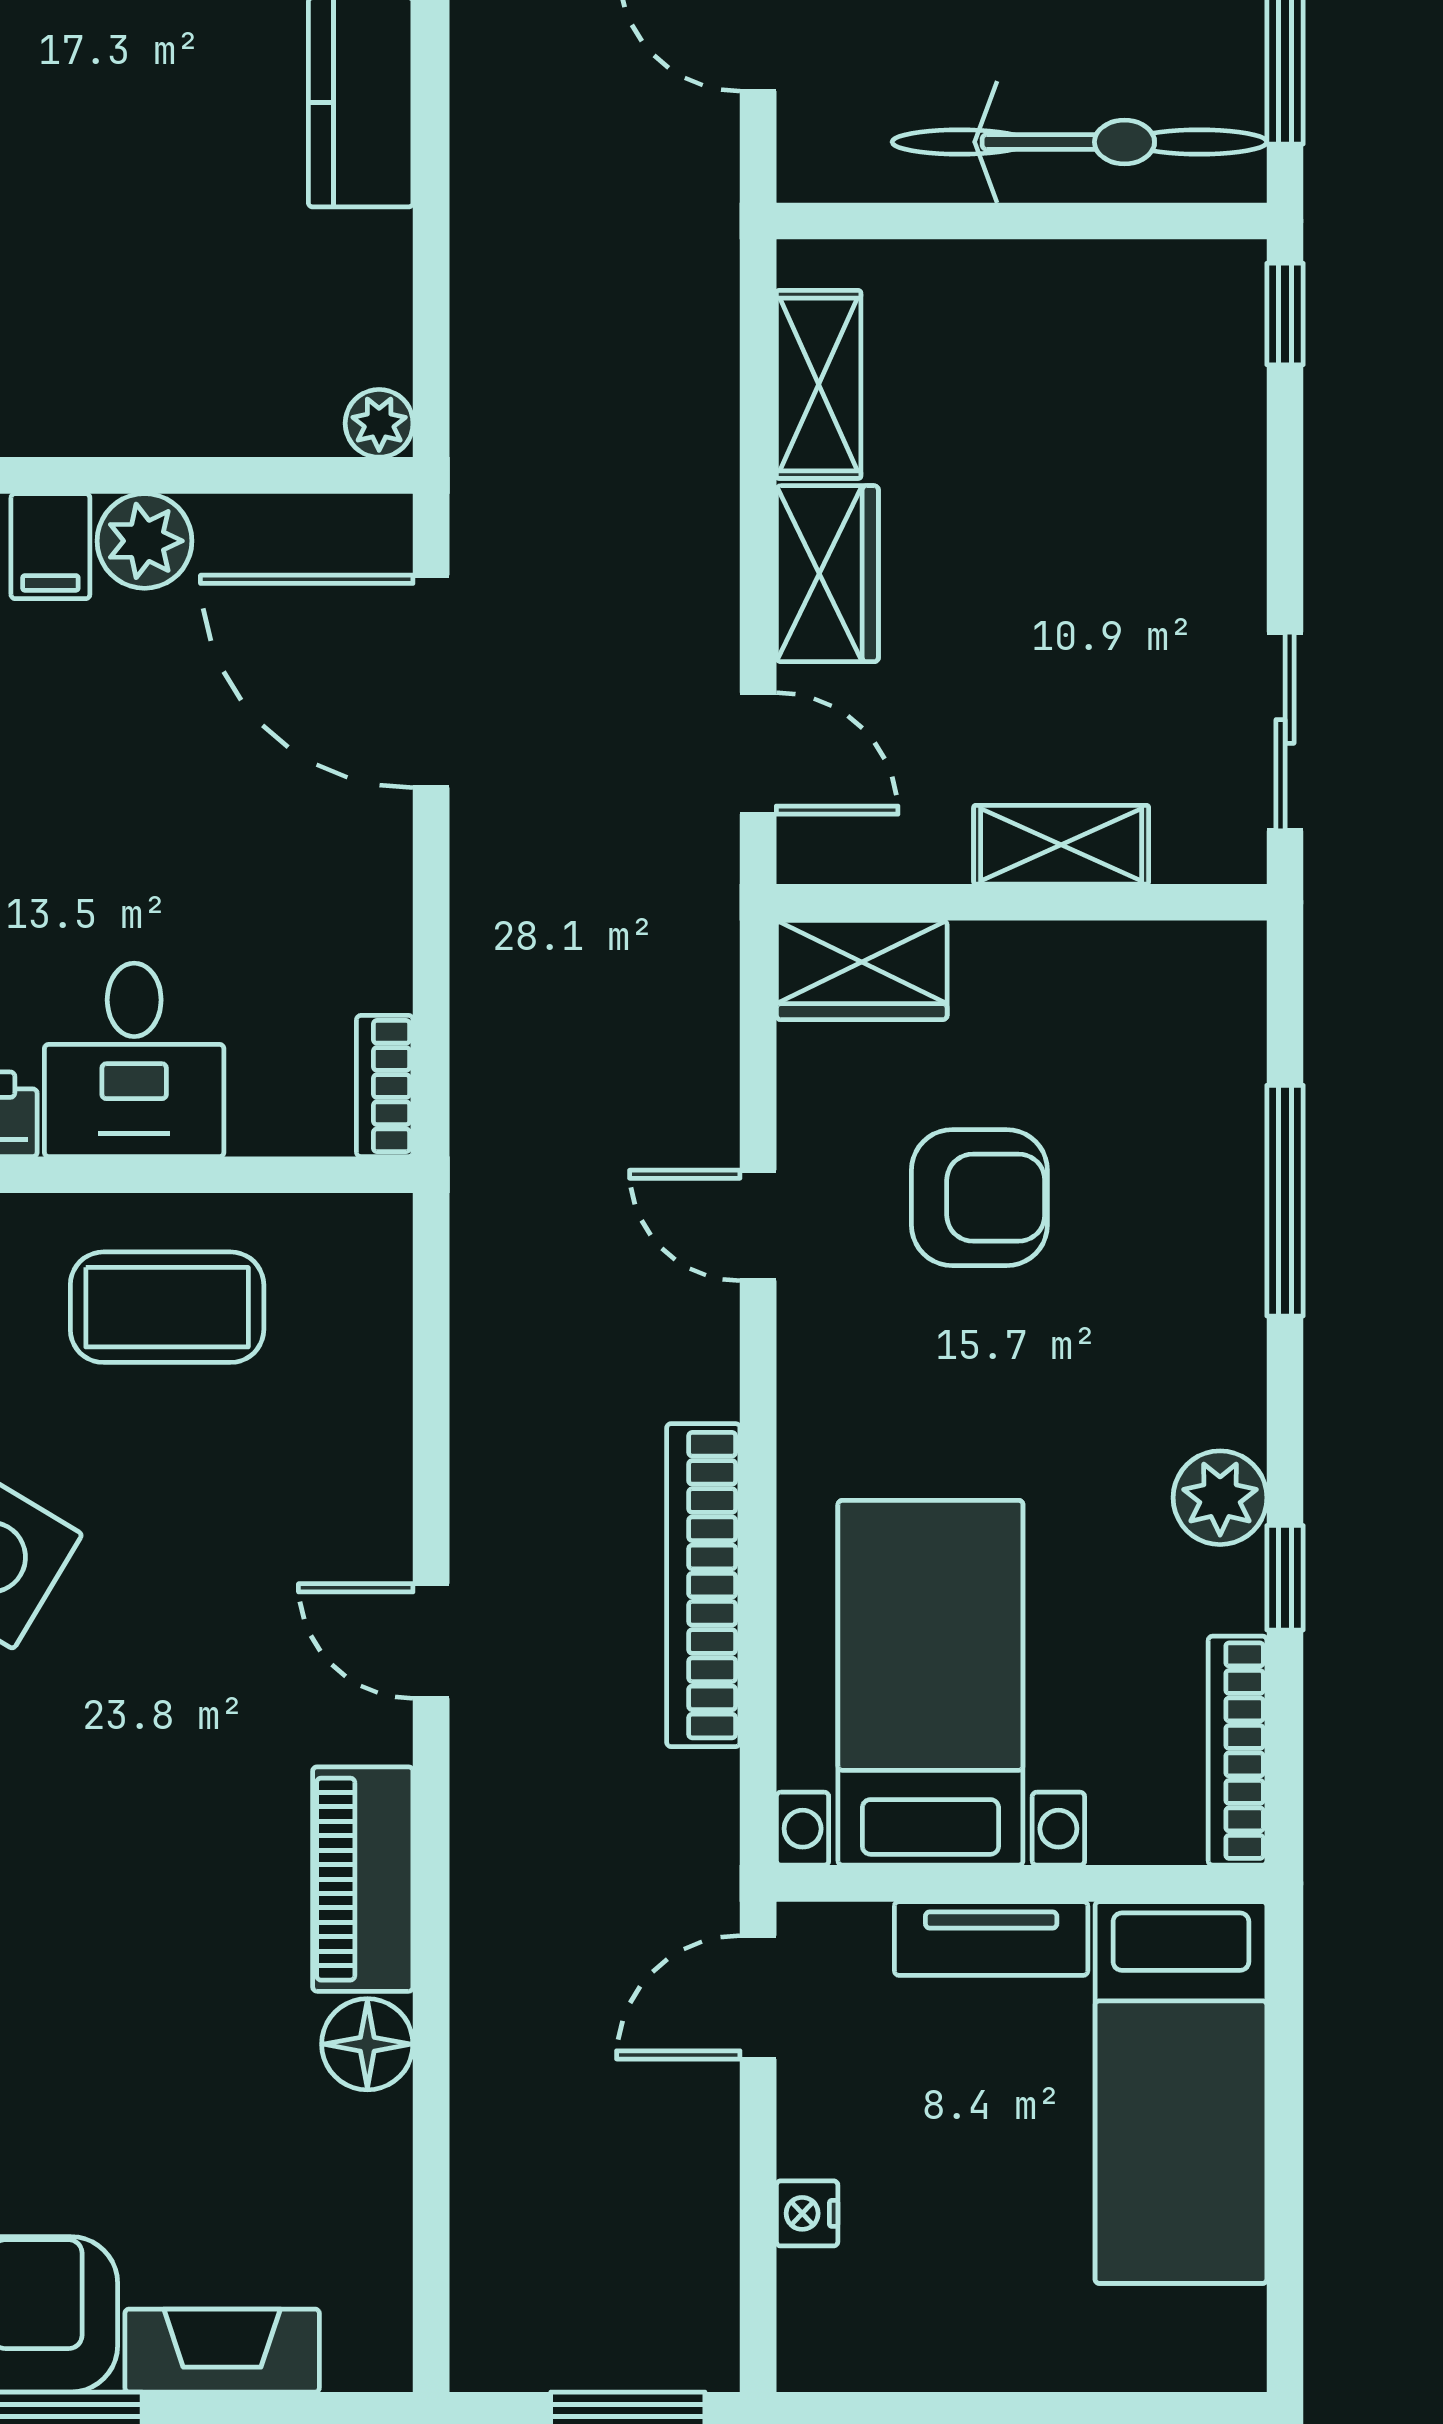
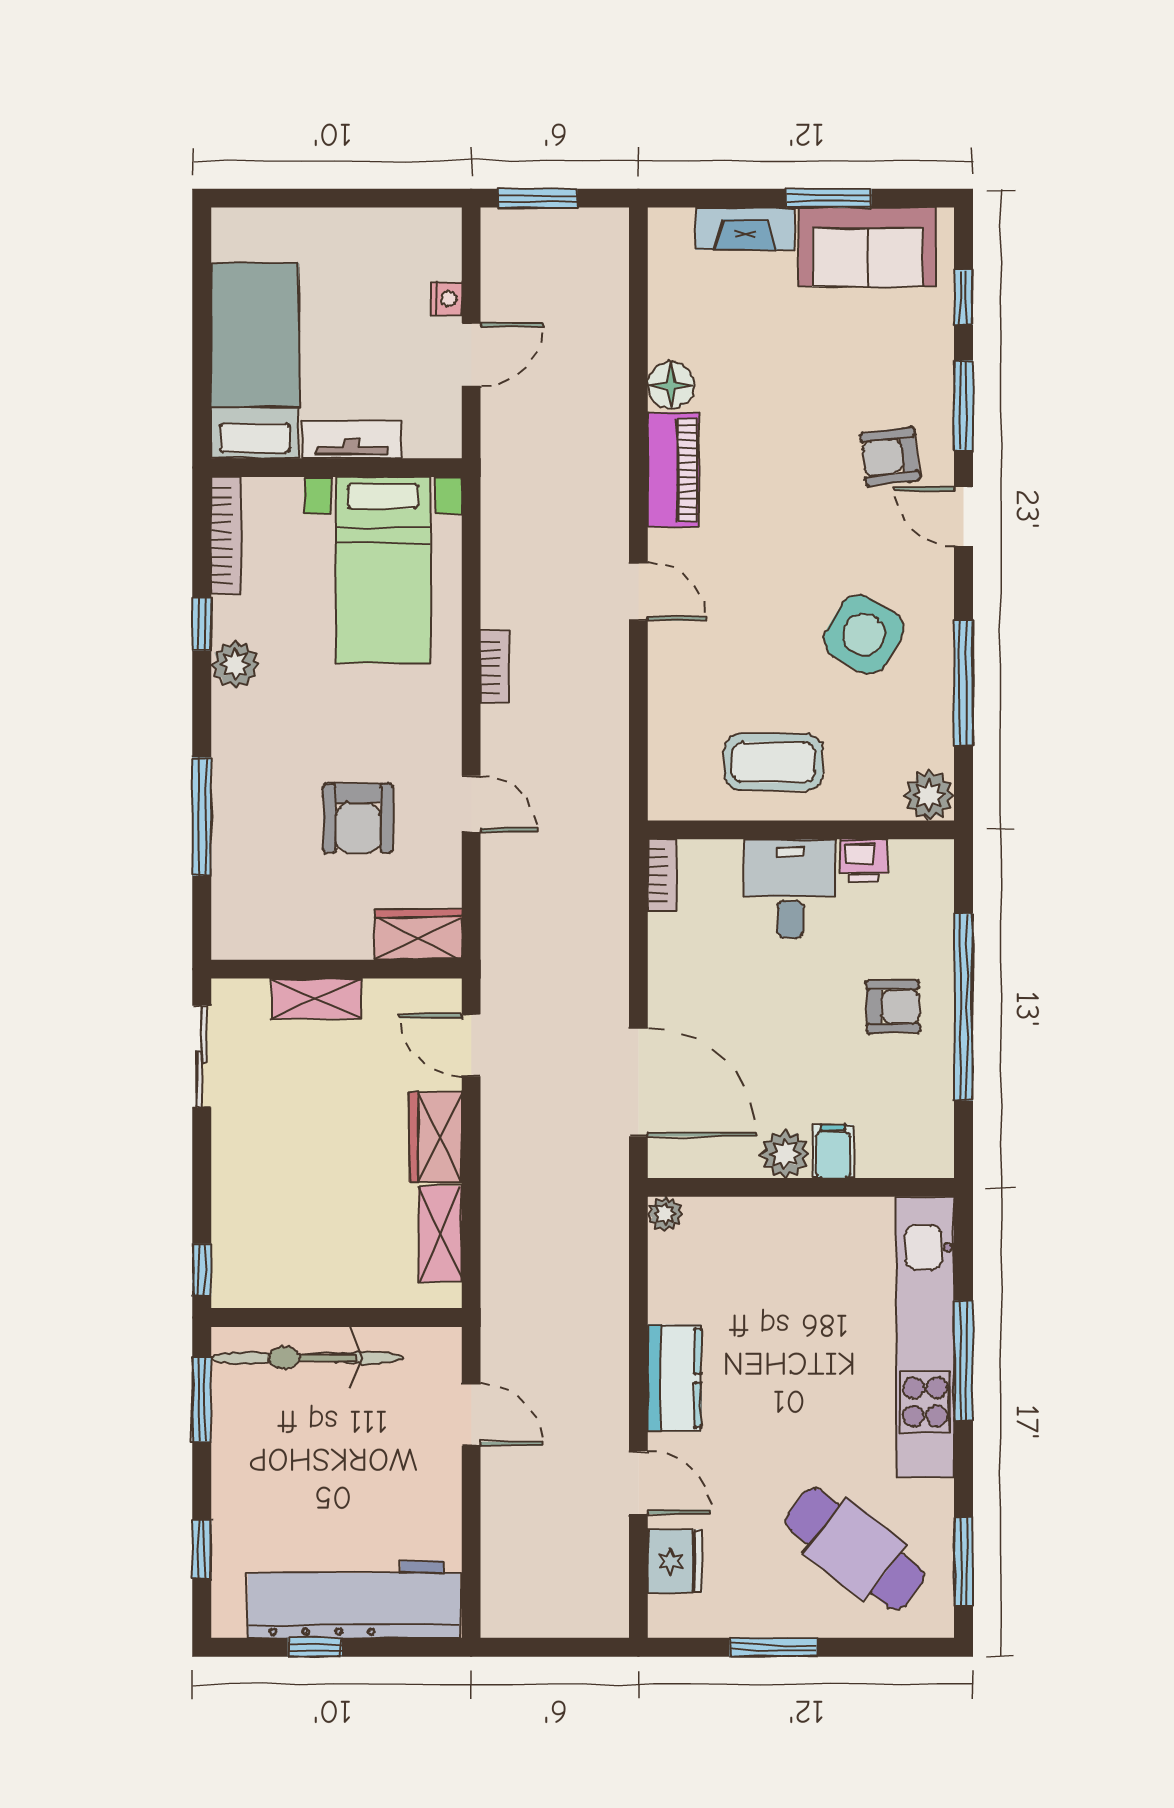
armchair: (979, 1198) -> (358, 818), turned -90
bookcase: (703, 1585) -> (495, 667), width x0.43, depth x0.76
door: (758, 1997) -> (471, 354), moved

